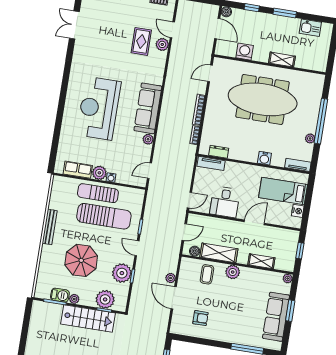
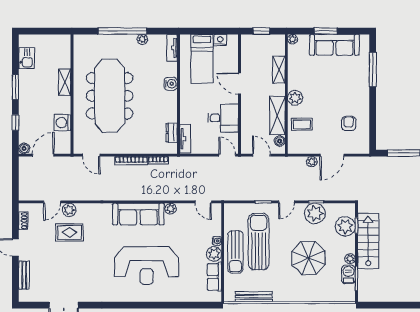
bench: (50, 227) -> (254, 297), moved

